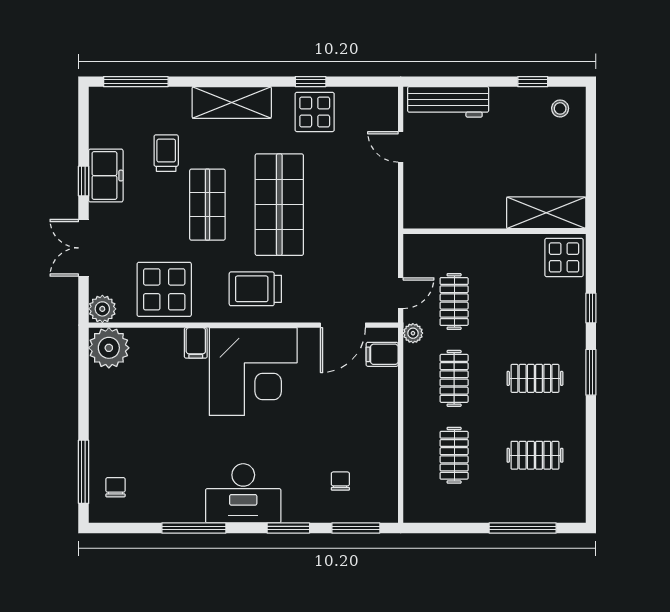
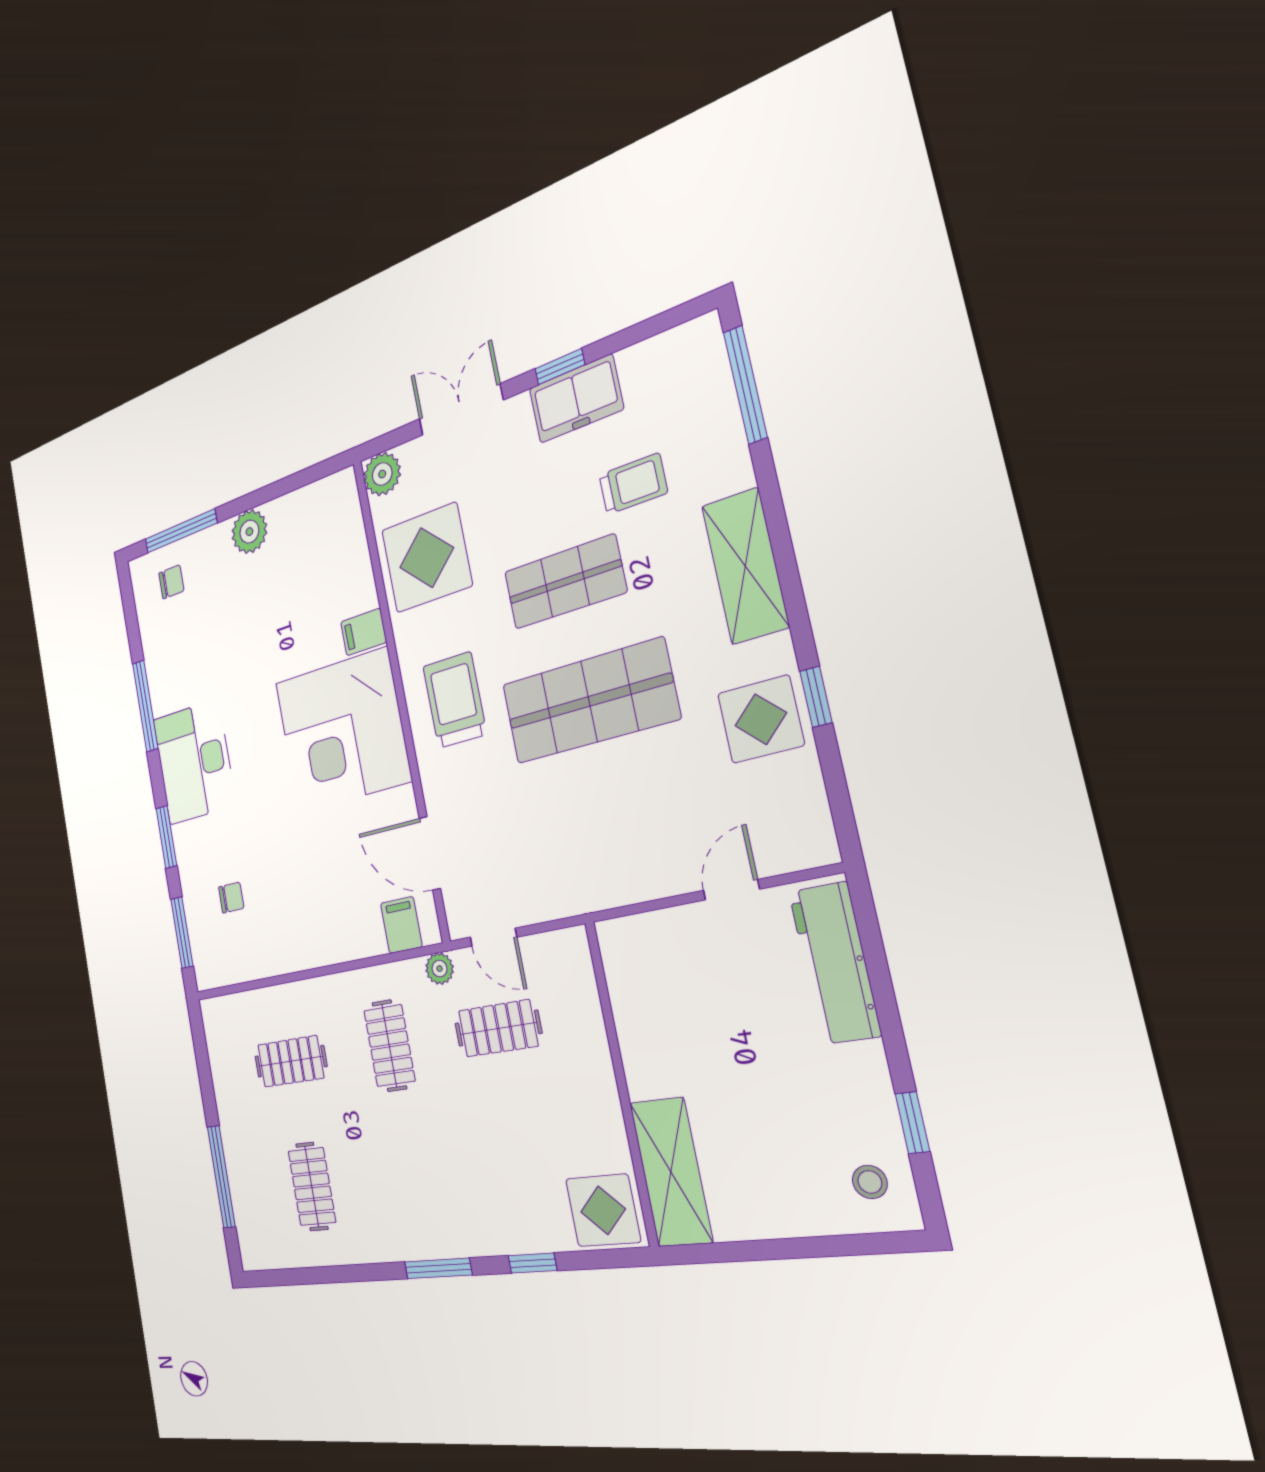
plant: (109, 348) -> (249, 532), moved, width x0.73, depth x0.73
clothes rail: (454, 378) -> (389, 1046), turned 90
clothes rail: (535, 378) -> (413, 1176), removed

